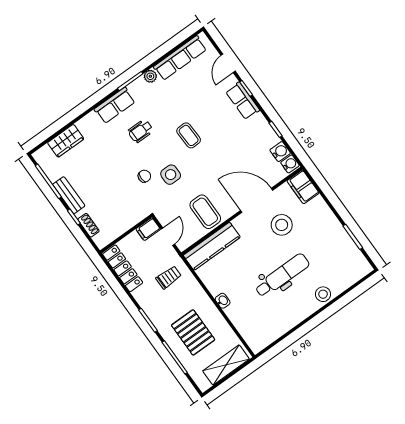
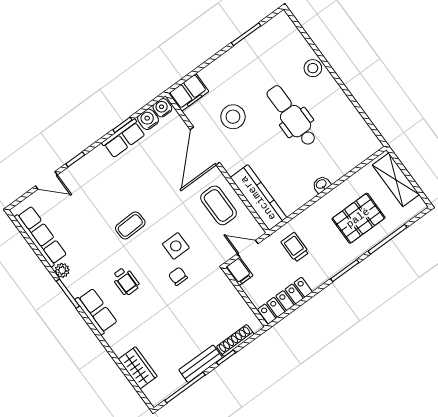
row of seats: (243, 101) -> (124, 138), moved
coffee table: (205, 212) -> (219, 205), turned 90
shoe rack: (89, 225) -> (235, 340), width x1.43

